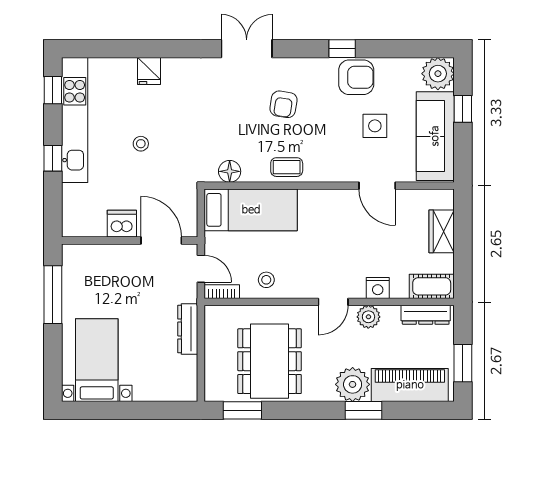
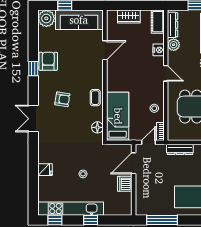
side table: (375, 126) -> (74, 51), removed
plant: (368, 317) -> (174, 45), moved

